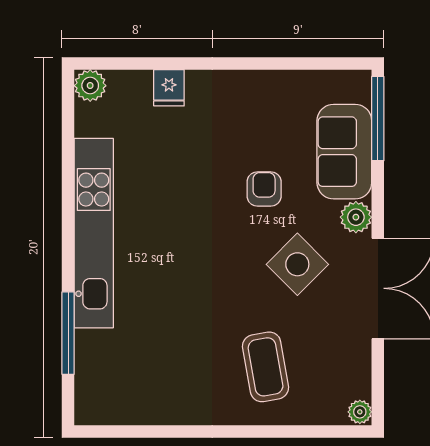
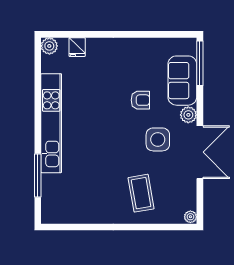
fridge: (169, 88) -> (77, 47), moved
armchair: (264, 189) -> (140, 100), turned 90
side table: (297, 264) -> (158, 139), turned 45

